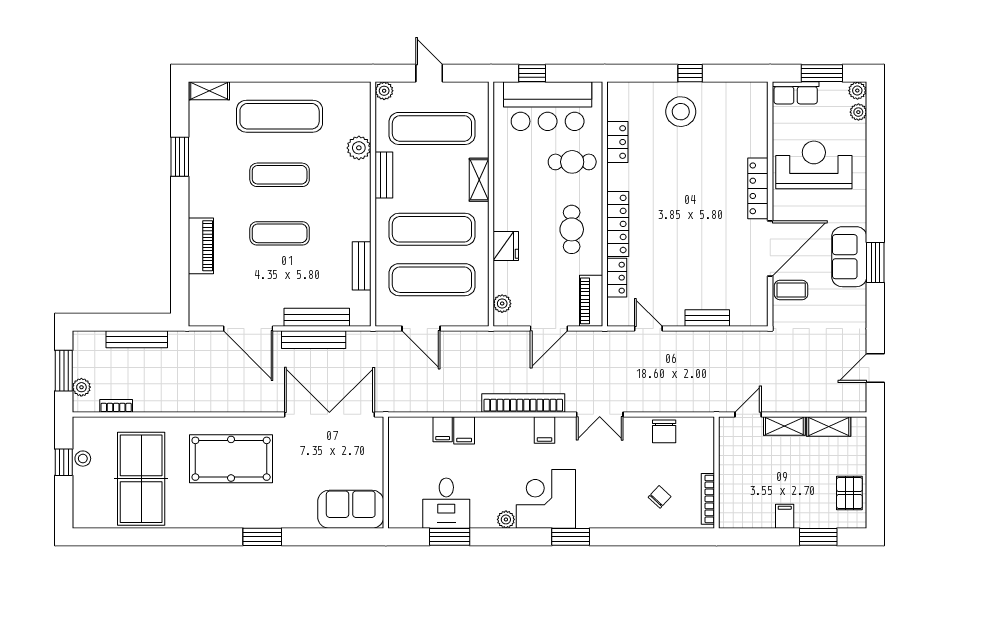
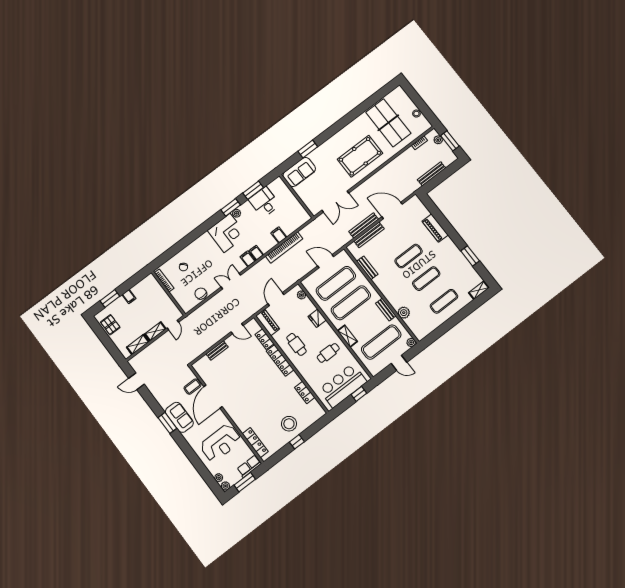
exercise mat: (280, 116) -> (444, 301), width x0.73, depth x0.69
cafe table: (572, 162) -> (328, 353), moved
locker: (758, 188) -> (255, 443), moved
door: (875, 368) -> (136, 381), swing flipped
bookcase: (523, 403) -> (284, 247), moved
double door: (329, 414) -> (335, 202), width x0.73
filing cabinet: (443, 429) -> (256, 253), moved
window: (64, 462) -> (423, 107), removed
window: (262, 537) -> (308, 149), moved
window: (571, 537) -> (231, 207), moved

